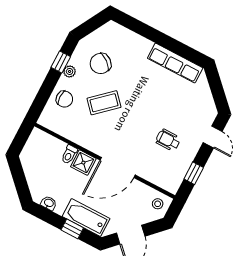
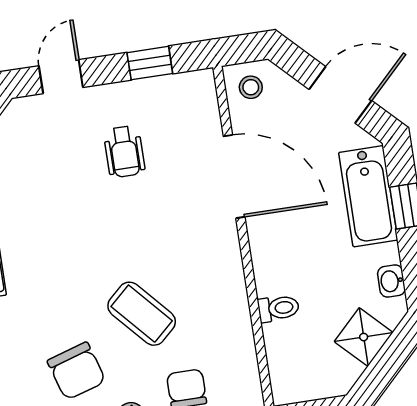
chair: (101, 63) -> (76, 371), turned 34
shower: (83, 163) -> (364, 337), moved, turned 45
door: (118, 168) -> (234, 177), moved

